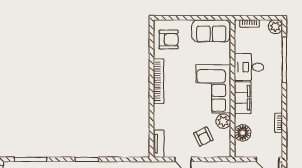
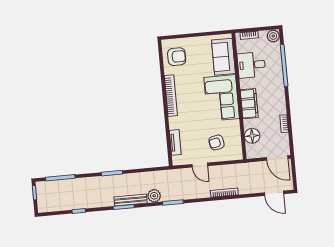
sofa: (211, 31) -> (223, 57), moved, turned 90
desk: (249, 67) -> (251, 65), moved
plant: (223, 121) -> (233, 127), removed
armchair: (203, 137) -> (217, 142), turned 105
tv unit: (159, 144) -> (175, 142), moved

